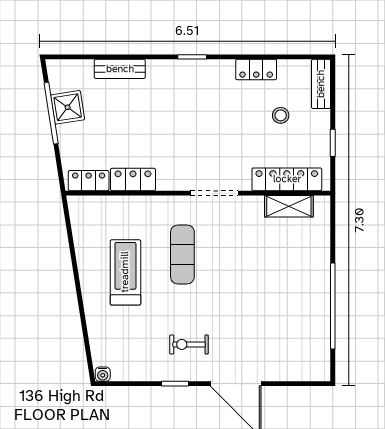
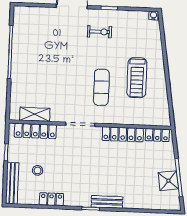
bench: (120, 69) -> (107, 202), moved
bench: (321, 84) -> (12, 183), width x1.36
locker: (133, 180) -> (123, 134), width x1.53

